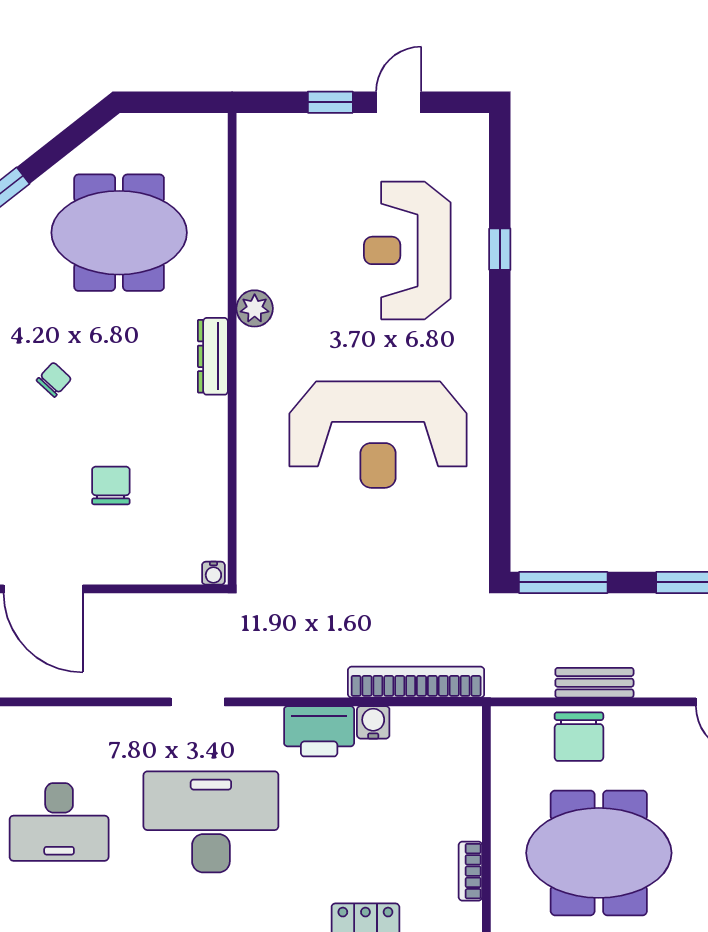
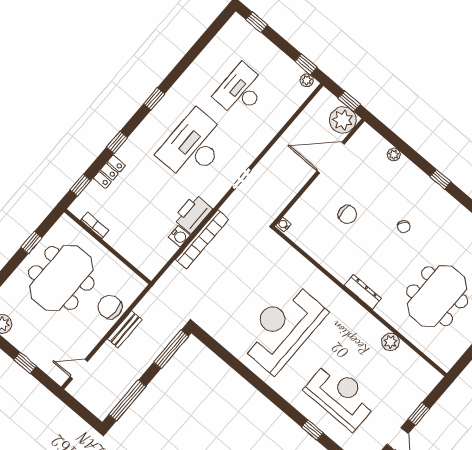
plant: (255, 308) -> (390, 342), moved
bookcase: (416, 682) -> (202, 239), moved
desk: (211, 822) -> (193, 146), turned 180

